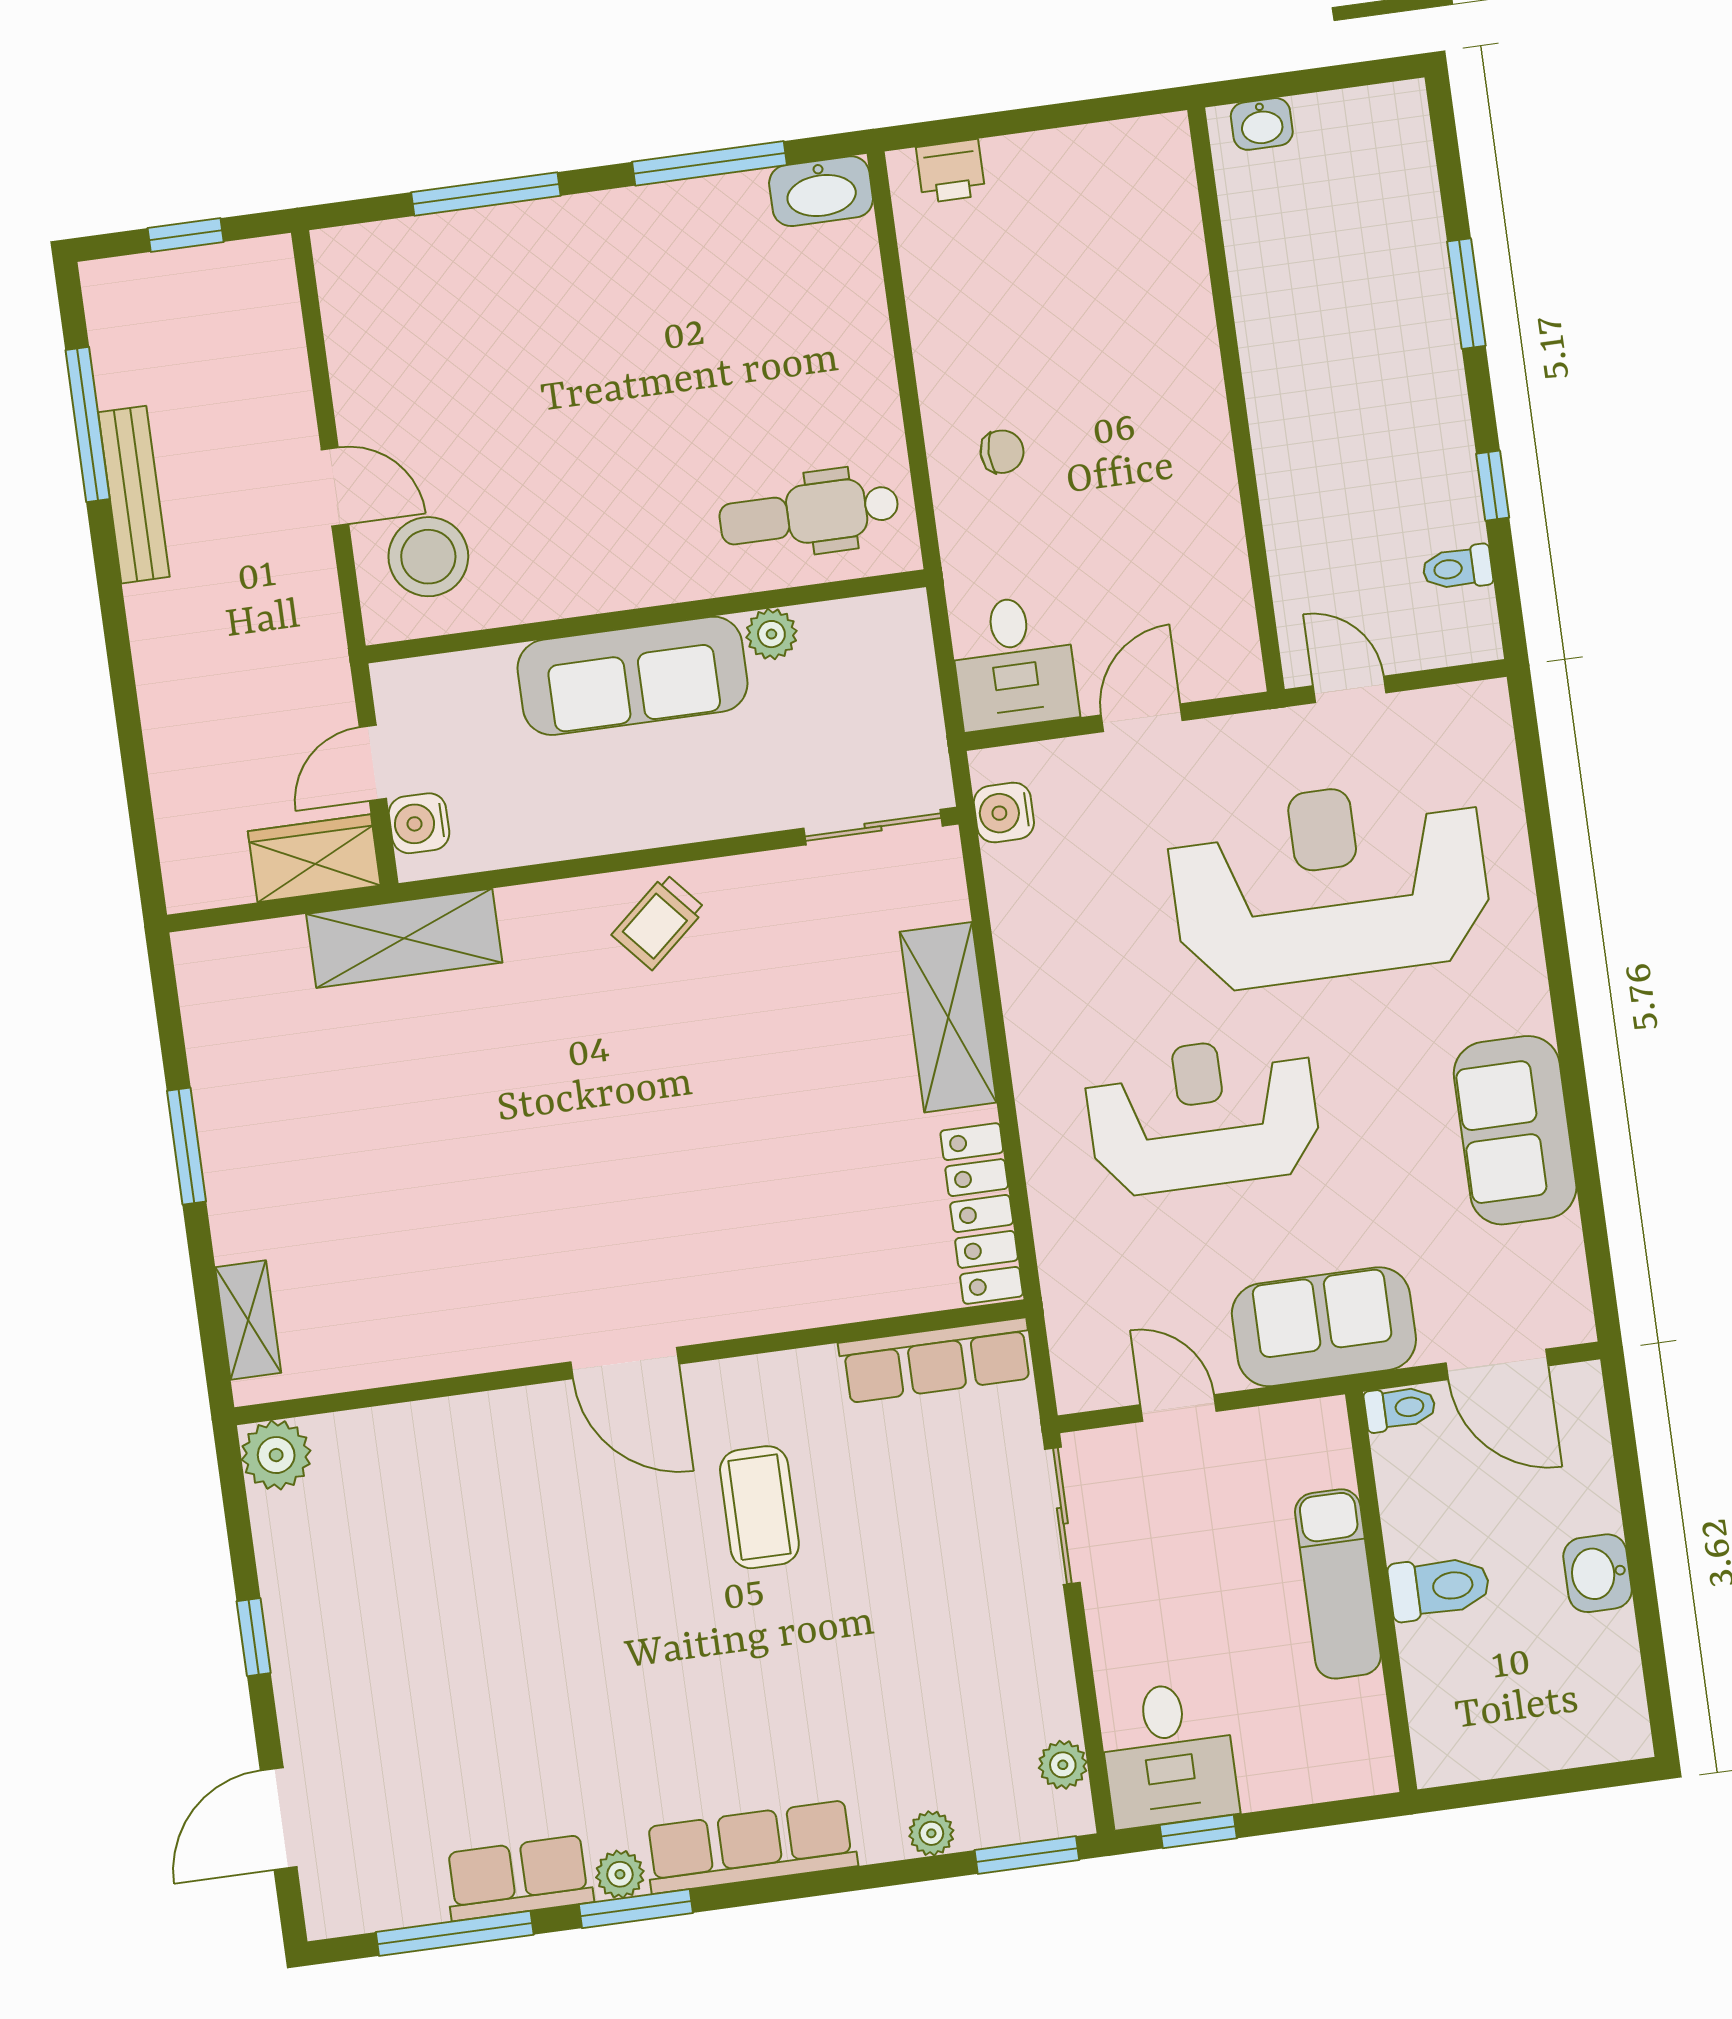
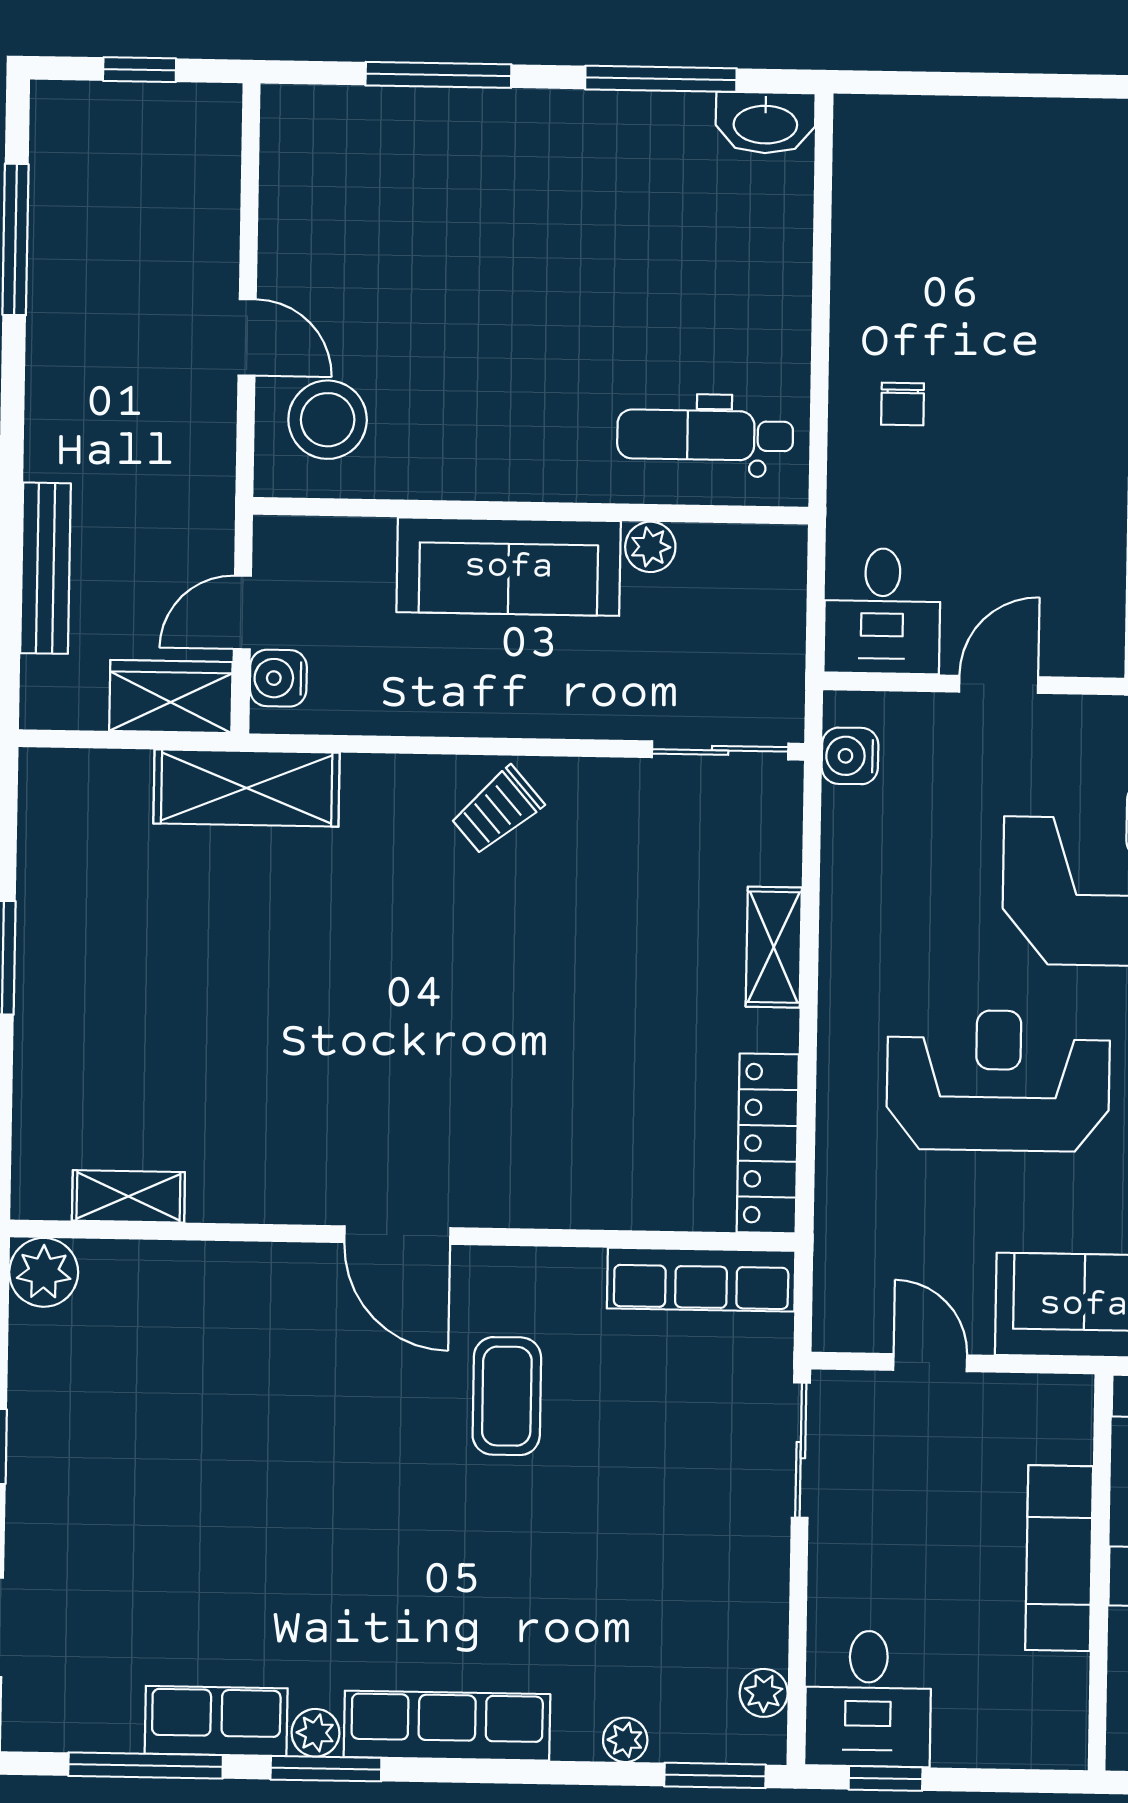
printer: (951, 171) -> (895, 123), removed
chair: (1002, 452) -> (903, 404), turned 90
bench: (134, 495) -> (45, 568), moved
shelving: (948, 1017) -> (774, 947), width x0.67, depth x0.75
shelving: (248, 1320) -> (128, 1196), moved, turned 90

